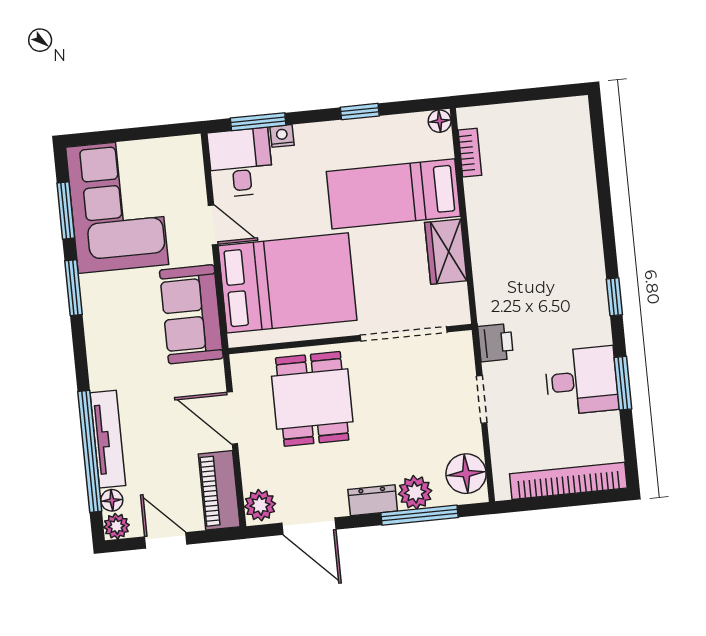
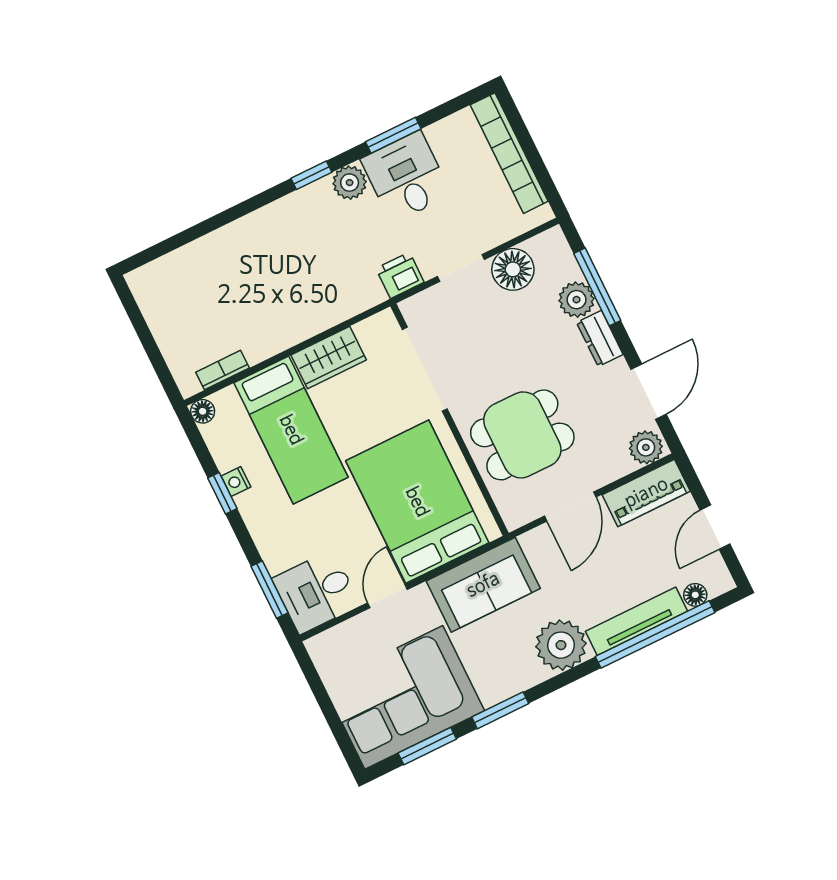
nightstand: (282, 136) -> (236, 481), moved
plant: (595, 328) -> (350, 183), added
floor lamp: (466, 474) -> (513, 269), moved
plant: (116, 526) -> (561, 645), moved, width x1.87, depth x1.87

